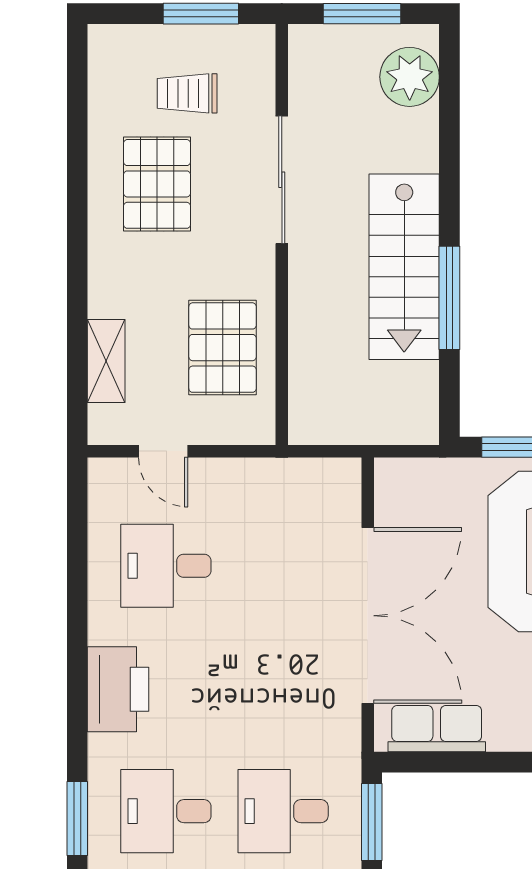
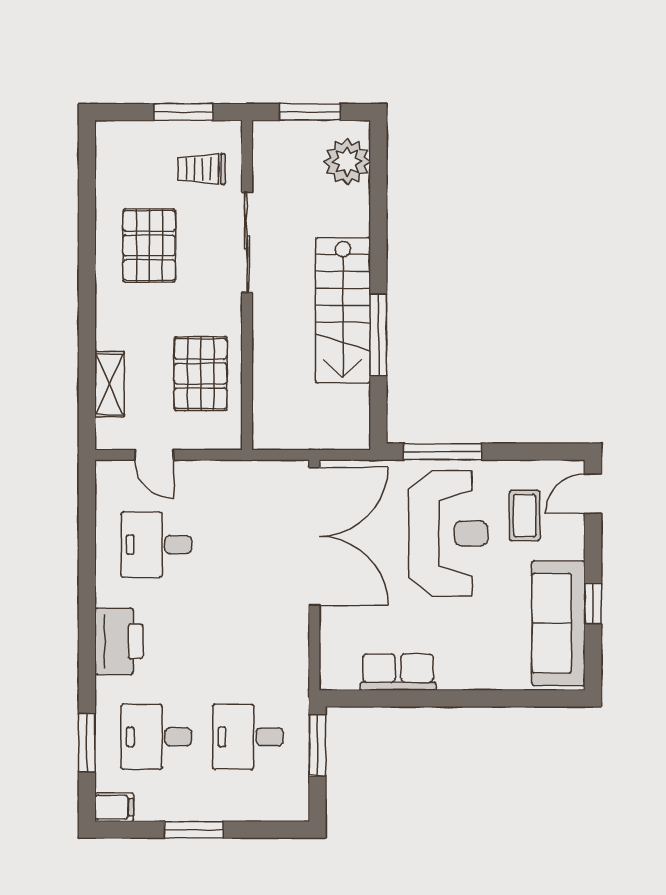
trolley: (187, 93) -> (202, 169), moved
double door: (368, 616) -> (314, 536), moved
row of seats: (437, 729) -> (398, 672), moved

